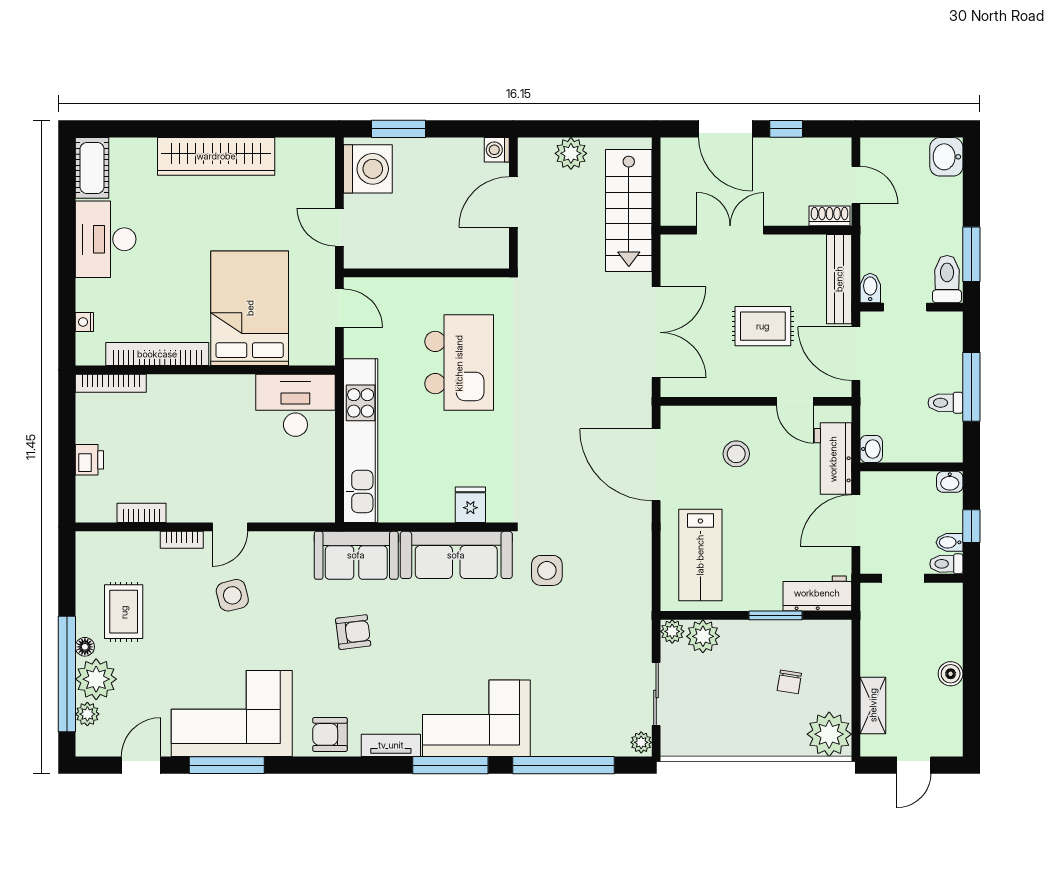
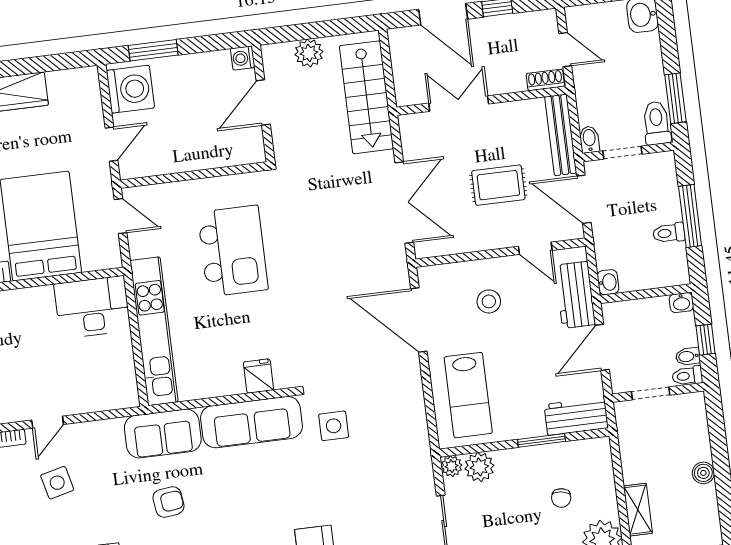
door: (339, 227) -> (111, 144), swing flipped

